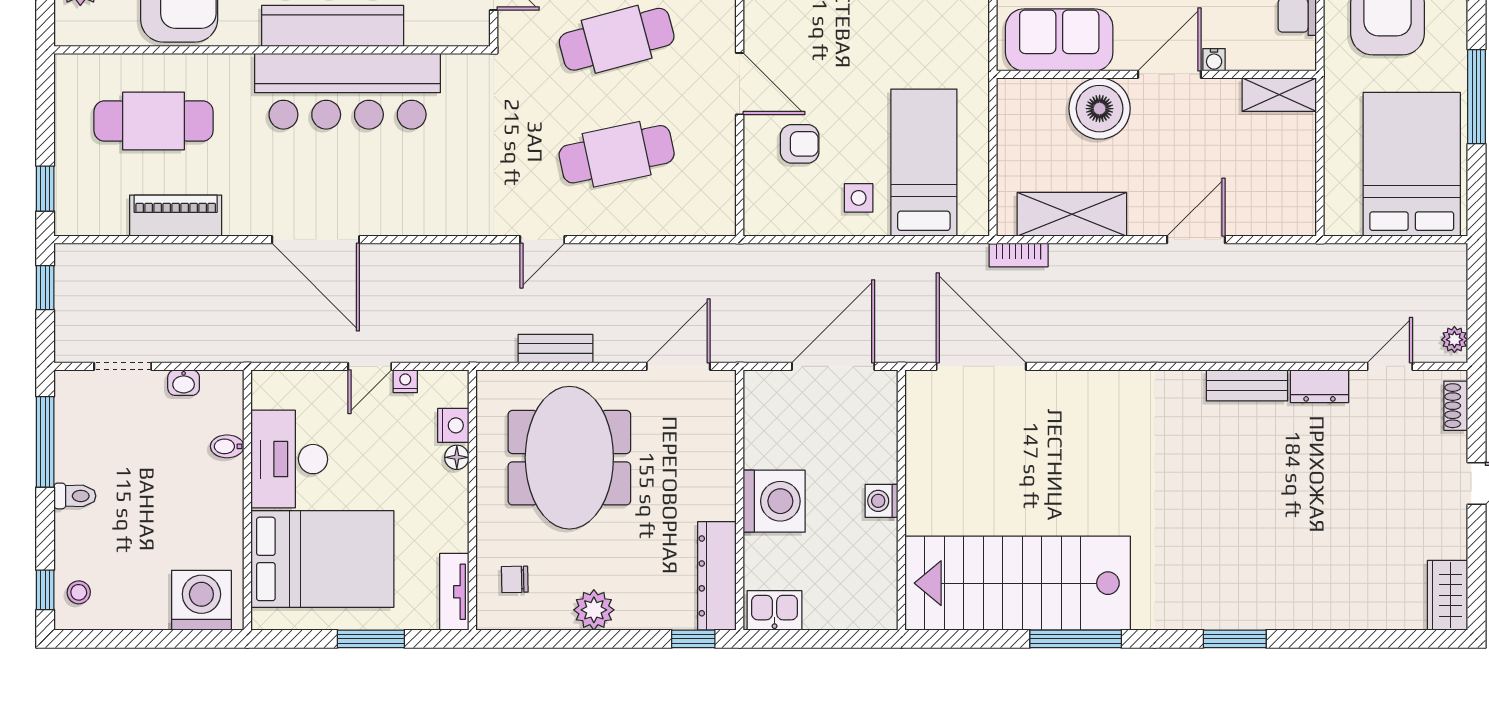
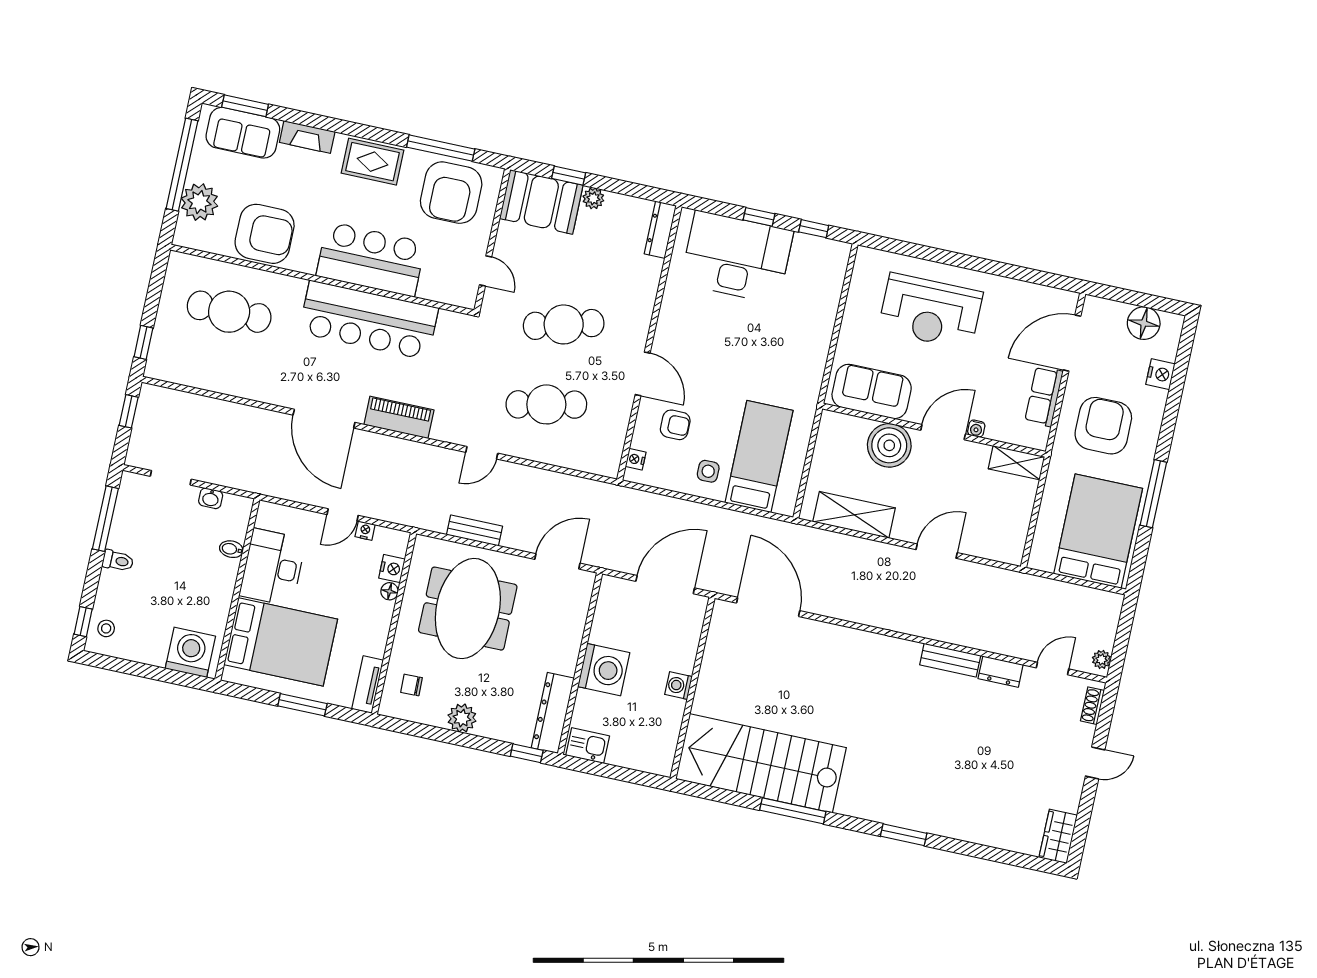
nightstand: (755, 203) -> (636, 459), added
piano: (176, 216) -> (399, 417), moved
bookcase: (1019, 255) -> (811, 535), removed

